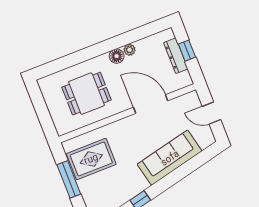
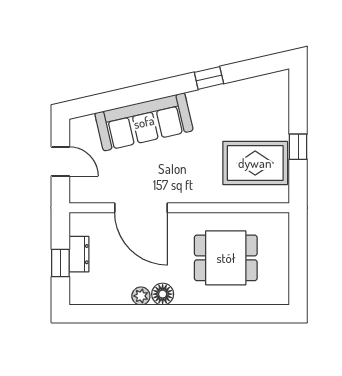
dresser: (176, 56) -> (79, 254), width x0.70
window: (69, 179) -> (298, 147), width x0.46

